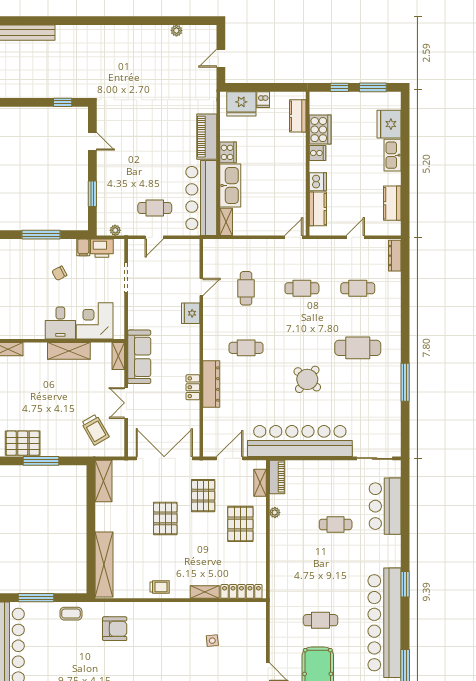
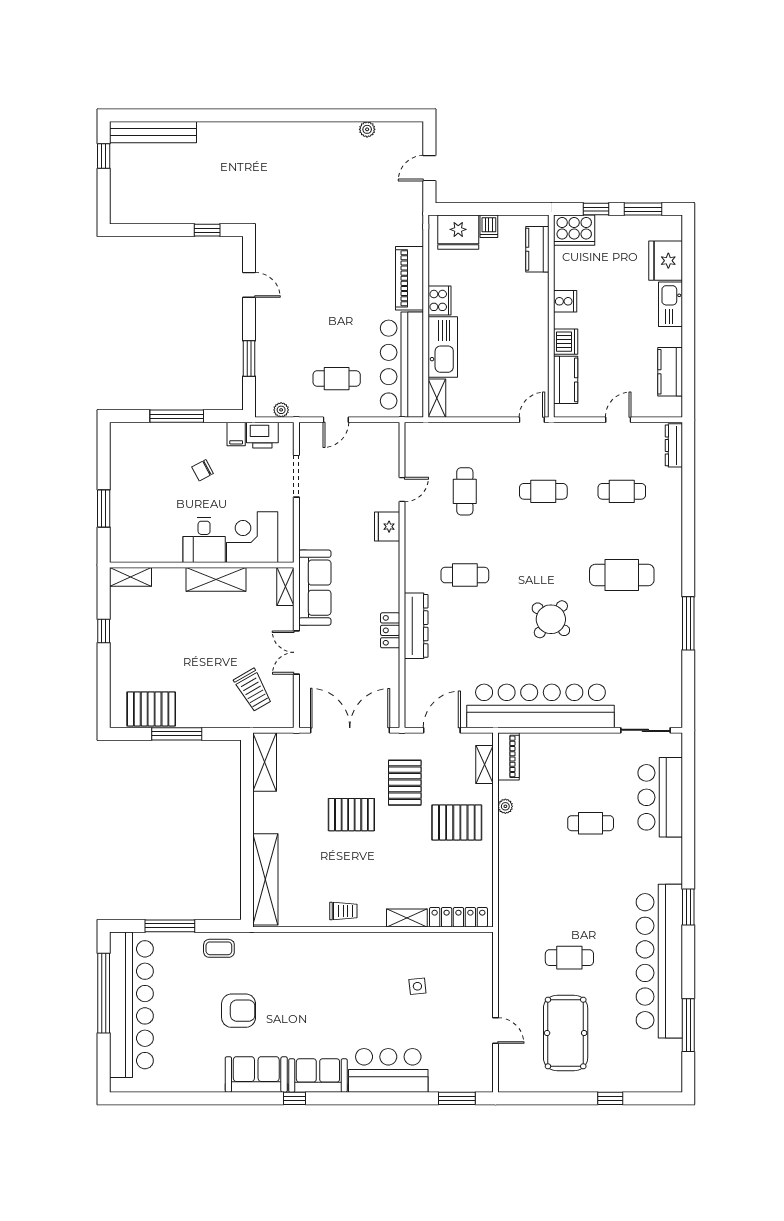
cooker: (320, 130) -> (574, 230), moved, turned 90
pallet: (165, 518) -> (351, 815), turned 90
pallet: (240, 524) -> (457, 822), turned 90
armchair: (115, 629) -> (239, 1011), moved

